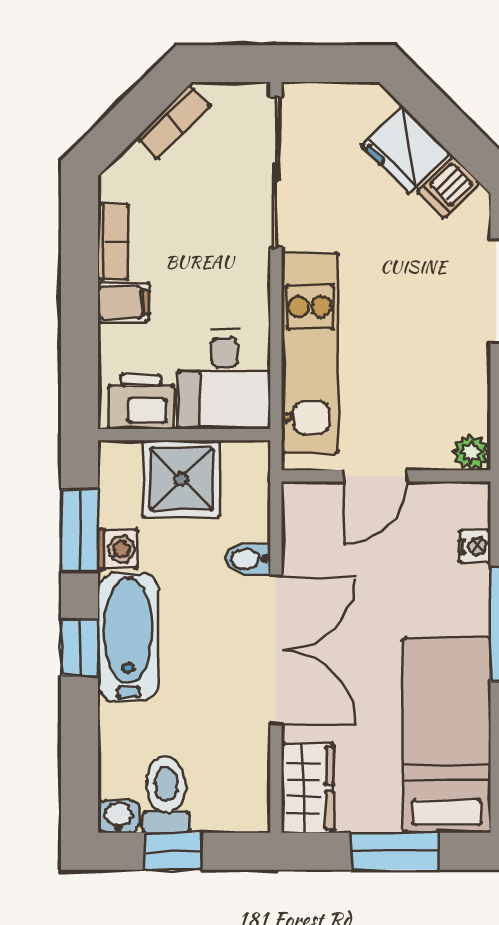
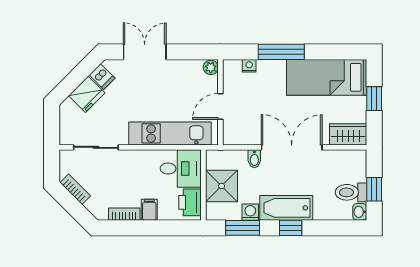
sliding door: (276, 172) -> (96, 147), width x0.73
door: (376, 476) -> (220, 106), swing flipped
window: (395, 851) -> (374, 99), width x0.67

